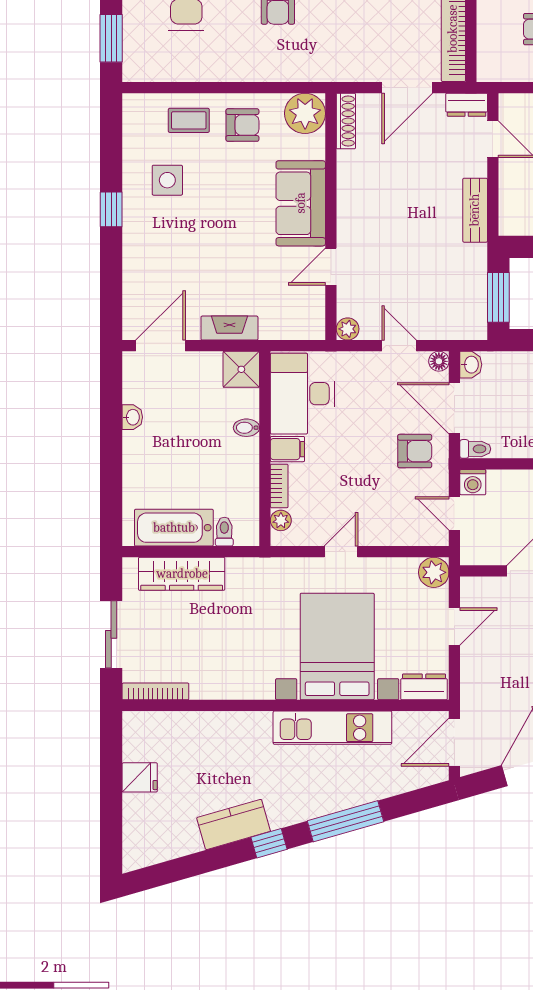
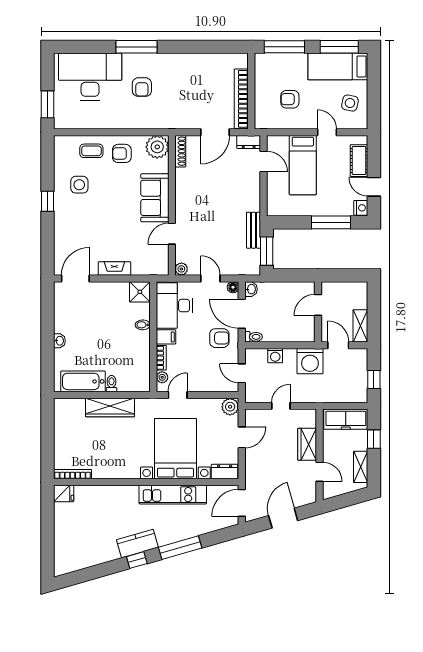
armchair: (242, 125) -> (122, 153), turned 180
bench: (475, 210) -> (254, 230), moved
shower: (241, 369) -> (140, 292), moved
desk: (302, 394) -> (174, 306), moved
washbasin: (132, 417) -> (59, 341), moved
bidet: (246, 428) -> (143, 325), moved
wall: (265, 449) -> (153, 337), moved
filing cabinet: (287, 449) -> (166, 337), moved
washing machine: (473, 482) -> (275, 356), moved
bookcase: (279, 486) -> (161, 358), moved
plant: (281, 520) -> (162, 377), moved
wardrobe: (182, 574) -> (110, 408), moved
sliding door: (111, 634) -> (47, 442), removed
fridge: (140, 777) -> (64, 493), moved
kitchen counter: (234, 824) -> (137, 543), moved

